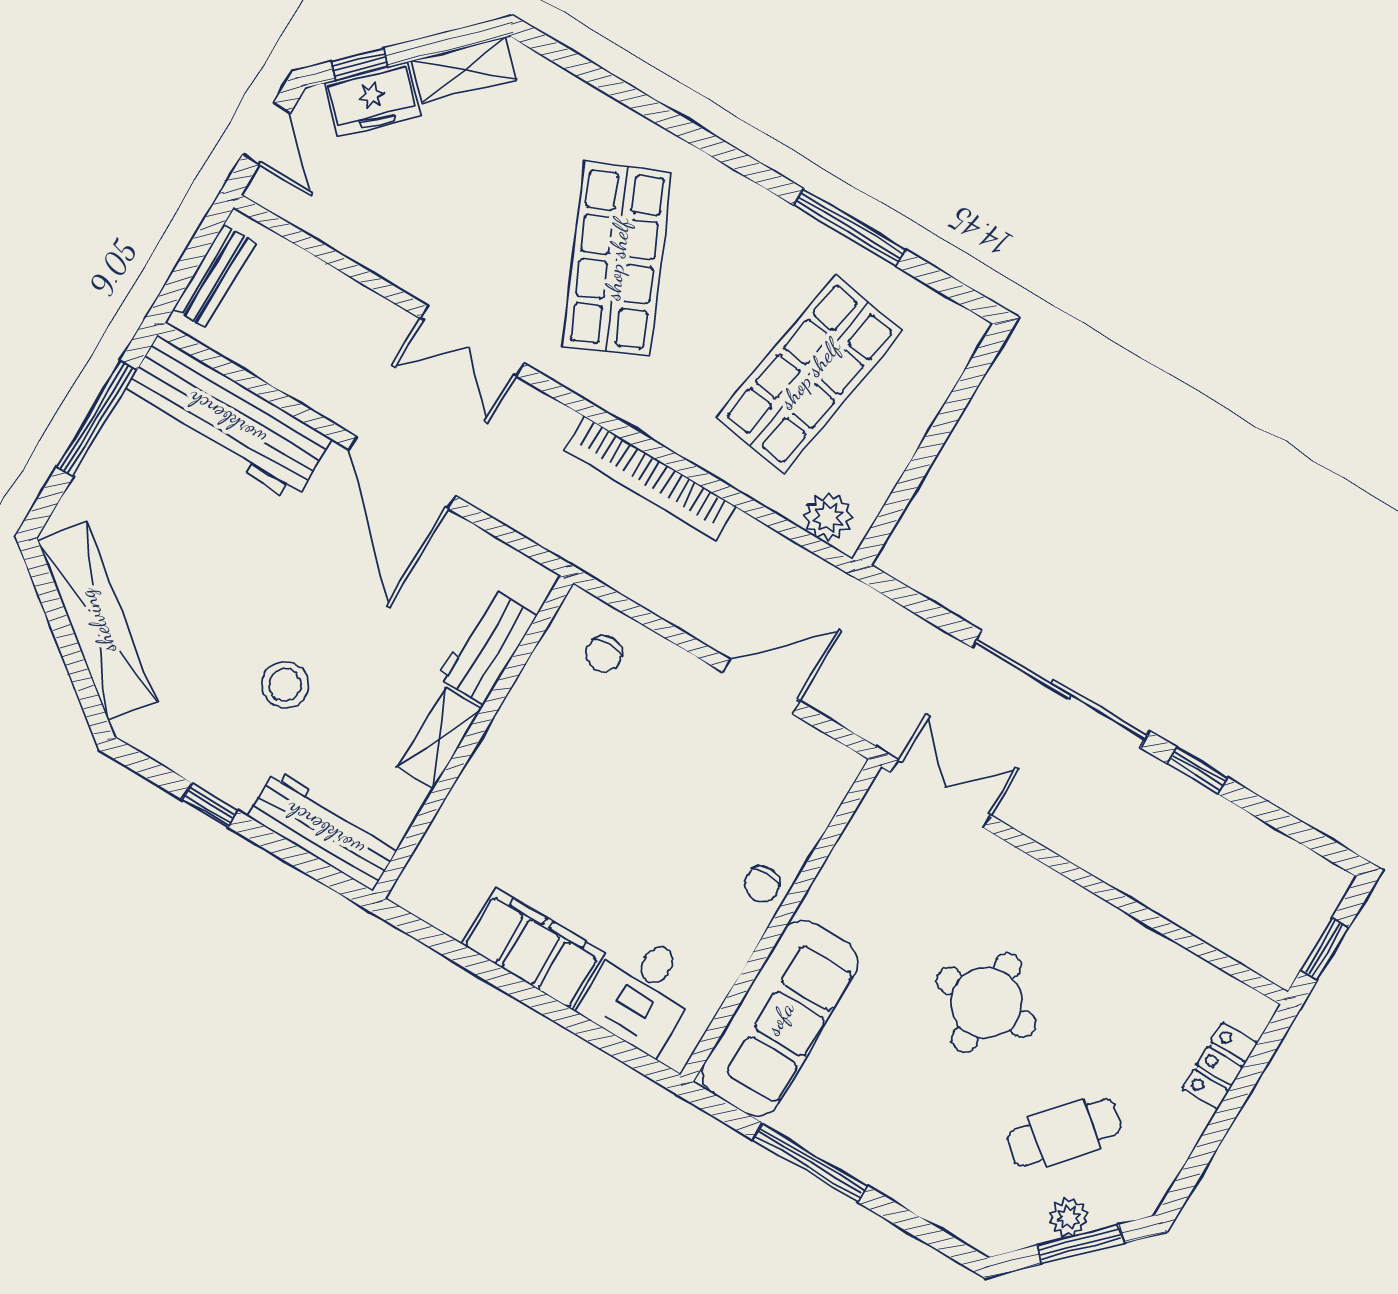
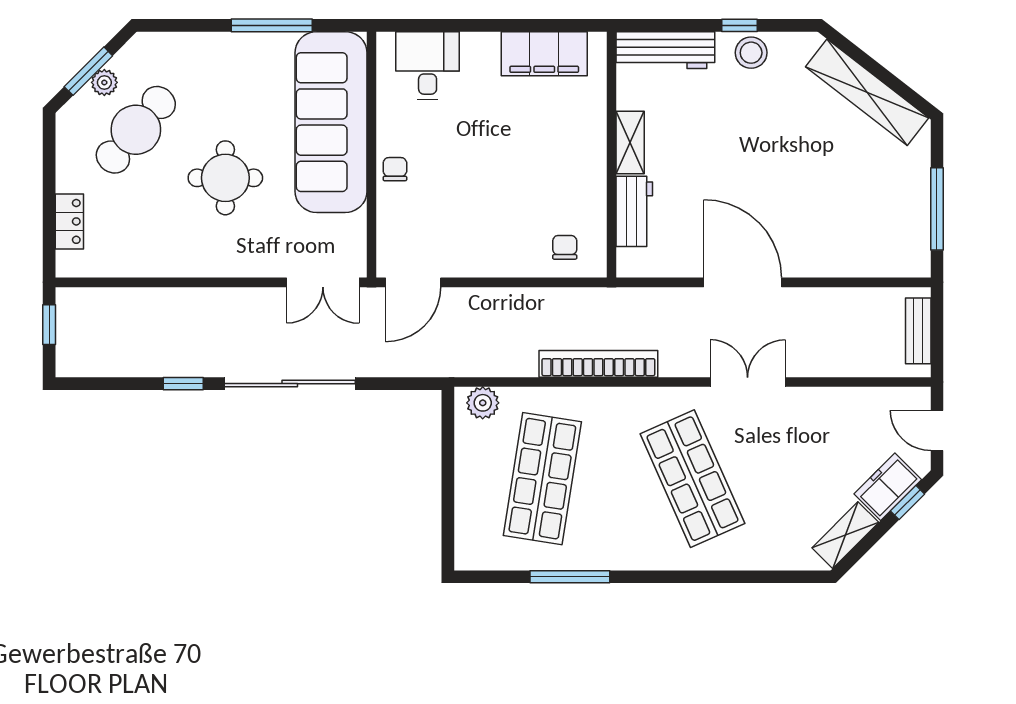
workbench: (226, 419) -> (863, 253), removed
stool: (285, 685) -> (751, 53), moved
door: (761, 687) -> (413, 282), moved
filing cabinet: (533, 948) -> (544, 54), moved
sofa: (780, 1018) -> (331, 122), width x1.36, depth x1.27
cafe table: (1064, 1133) -> (136, 130), width x1.37, depth x1.35

